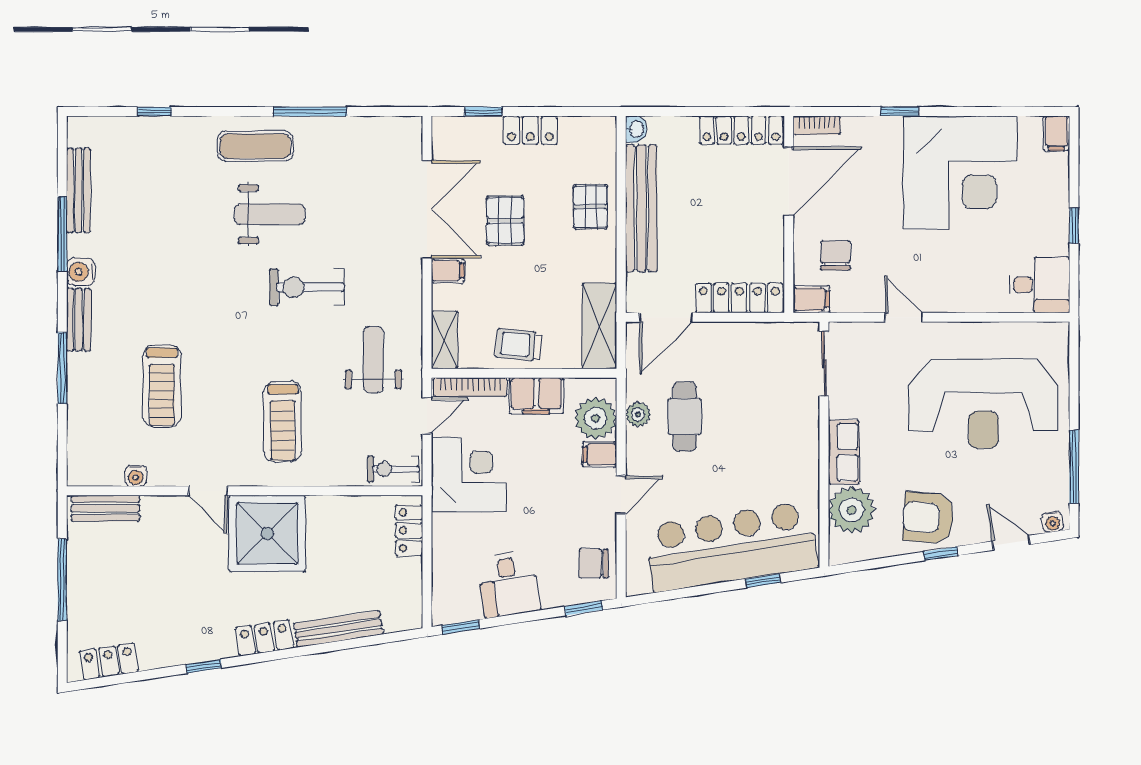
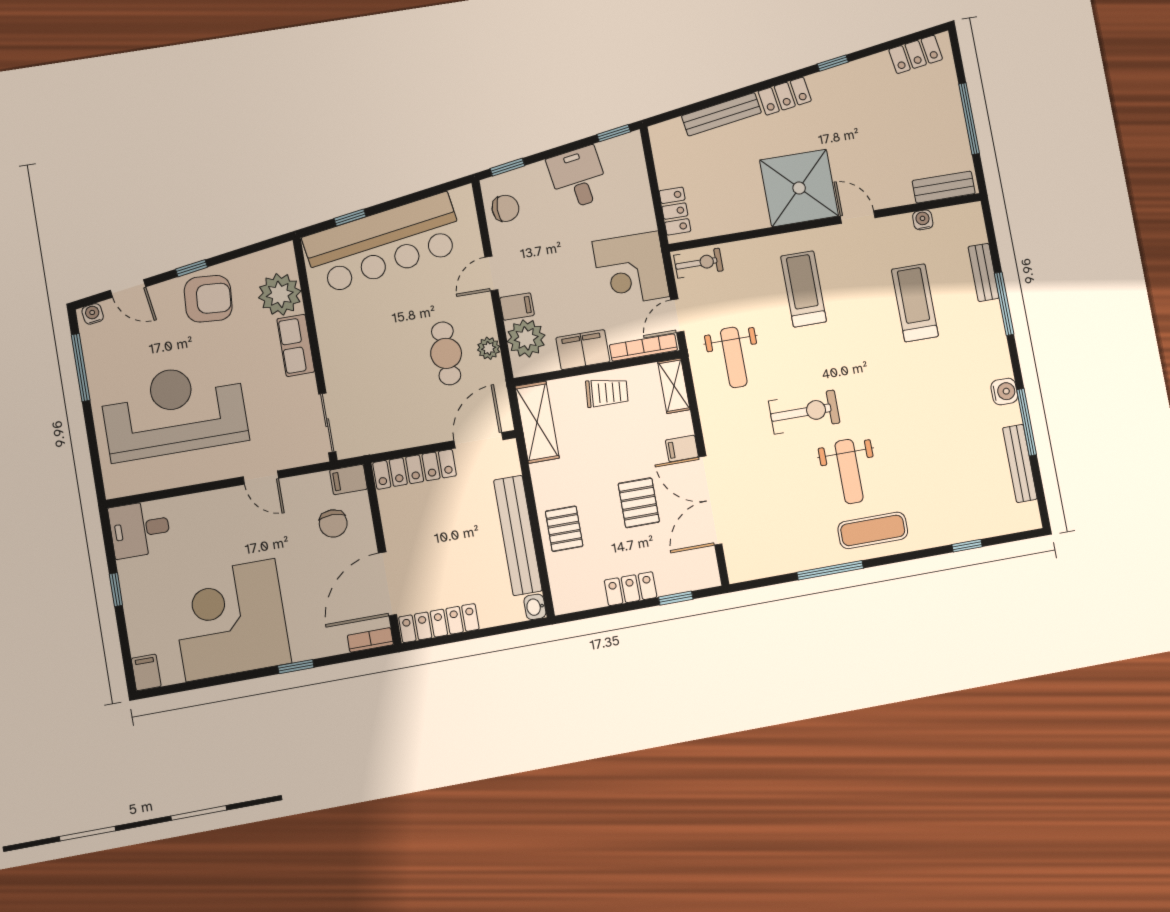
weight bench: (269, 214) -> (849, 472), turned -90
bench: (79, 320) -> (984, 272), moved

